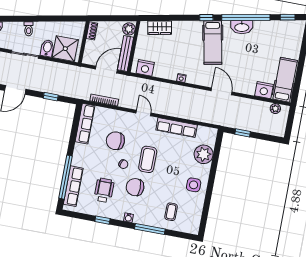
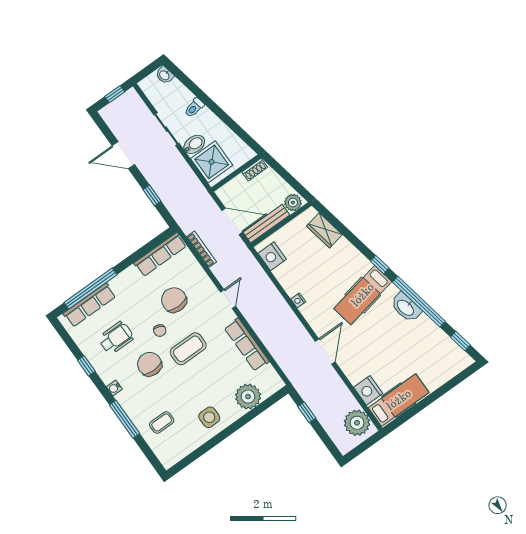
plant: (275, 109) -> (357, 423), width x1.88, depth x1.88

